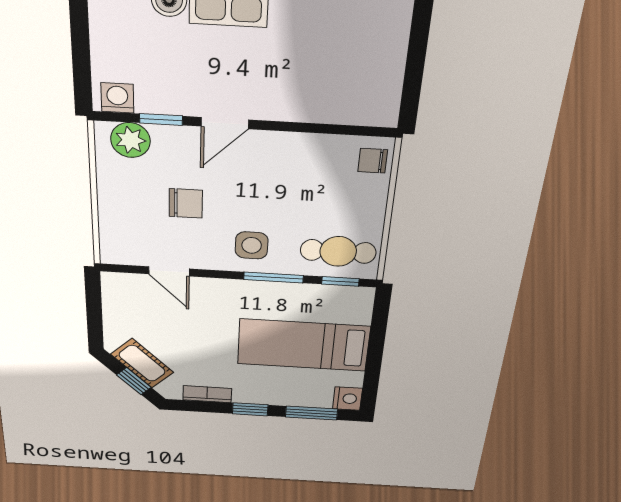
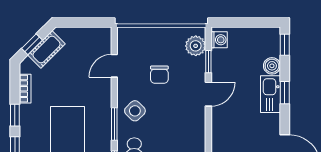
door: (225, 123) -> (208, 94), swing flipped
side table: (252, 245) -> (135, 111), turned 45

